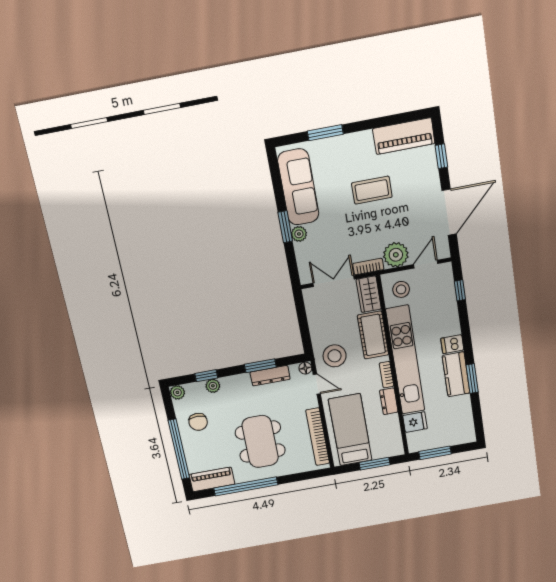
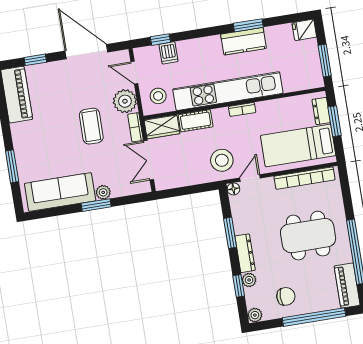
coffee table: (372, 190) -> (91, 126), moved
cot: (373, 335) -> (196, 121), width x0.73, depth x0.75
dishwasher: (452, 344) -> (169, 53), moved
dresser: (270, 376) -> (245, 253), moved
dresser: (389, 401) -> (321, 111), moved, turned 90
fridge: (415, 422) -> (304, 30), moved, turned -90

